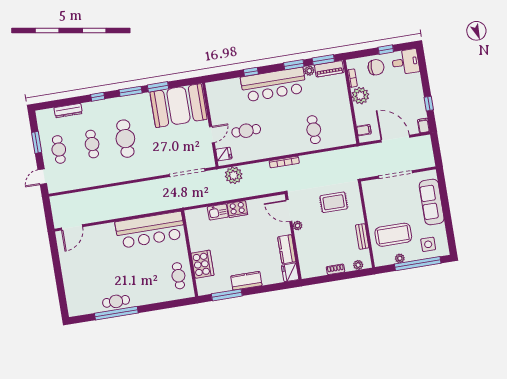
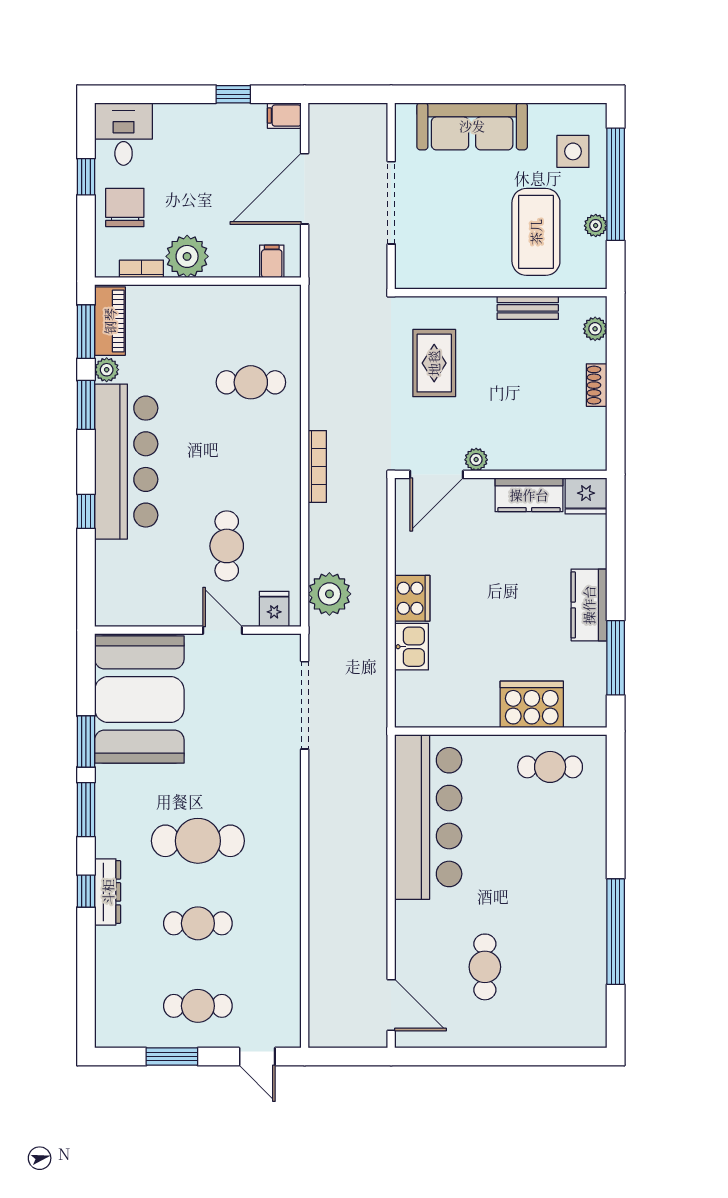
dresser: (68, 111) -> (108, 892), moved
cafe table: (116, 301) -> (485, 967), moved

